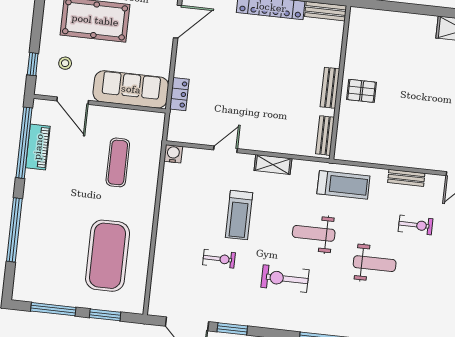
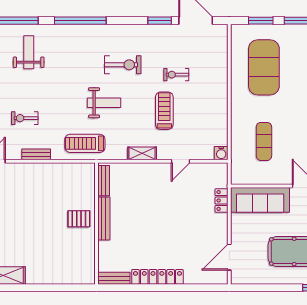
bench: (330, 88) -> (104, 218), width x1.36
weight bench: (375, 264) -> (29, 52), moved, turned 90

